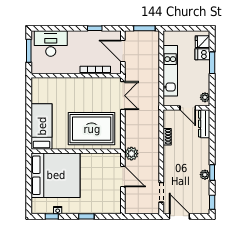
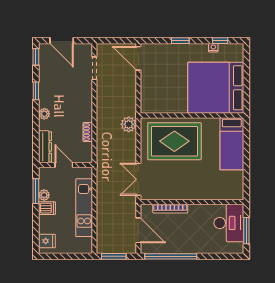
window: (95, 28) -> (171, 256), width x3.17
desk: (51, 44) -> (229, 223), moved, turned -90
dishwasher: (202, 54) -> (47, 208), moved
window: (212, 63) -> (36, 191), moved
plant: (205, 97) -> (44, 195), moved
plant: (131, 154) -> (129, 124), moved
plant: (205, 175) -> (44, 114), moved
door: (123, 177) -> (138, 58), moved
door: (179, 216) -> (62, 41), moved

